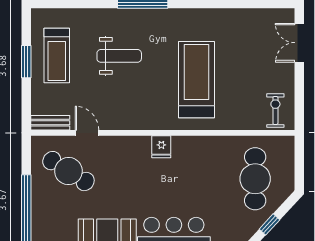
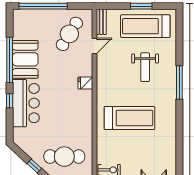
treadmill: (57, 55) -> (145, 26), width x1.37, depth x1.37
fridge: (161, 147) -> (85, 83), moved

